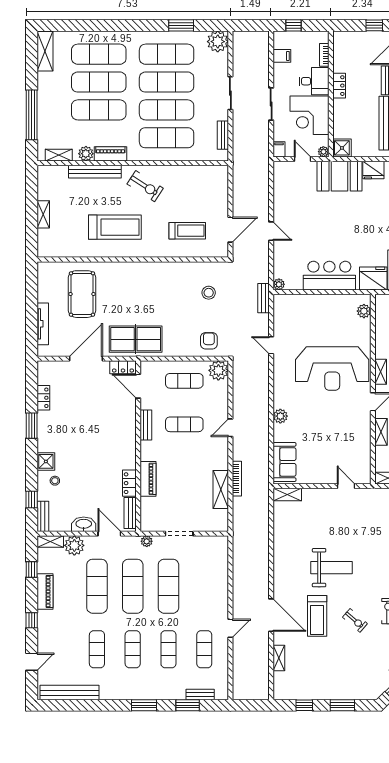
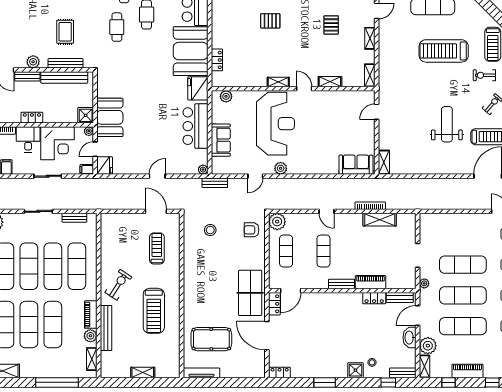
fridge: (373, 170) -> (105, 166), moved
treadmill: (115, 227) -> (154, 311), turned 180
sofa: (313, 305) -> (221, 140), added
tv unit: (43, 324) -> (201, 373), moved
locker: (43, 398) -> (280, 372), moved
plant: (280, 416) -> (281, 168), moved
bench: (146, 425) -> (341, 284), moved

